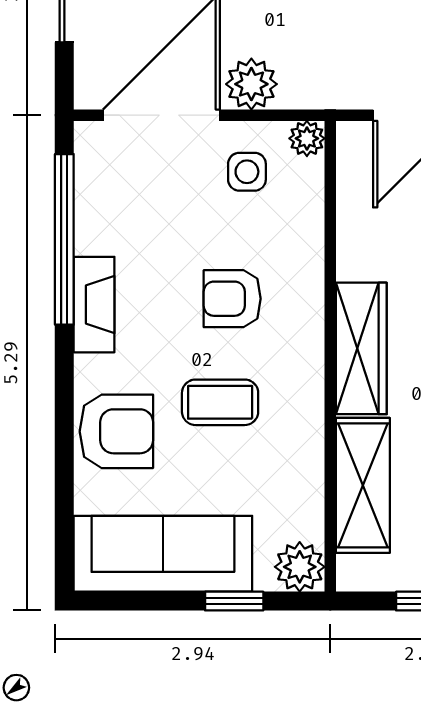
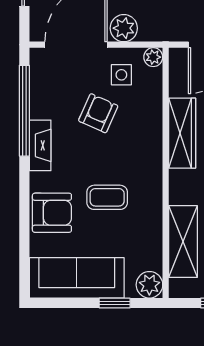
armchair: (232, 299) -> (98, 113), moved, turned 114
wardrobe: (361, 348) -> (182, 133), moved

